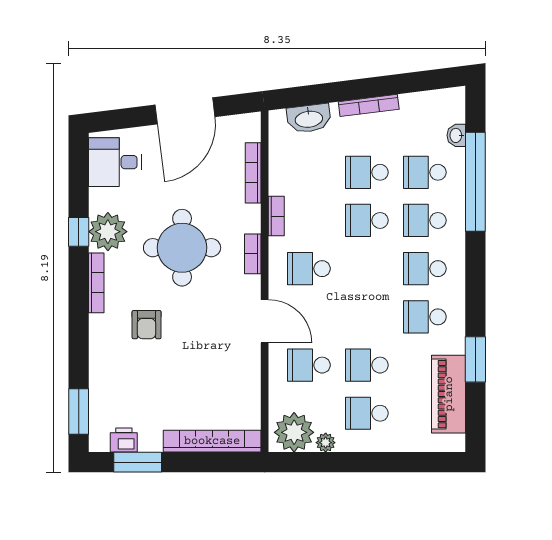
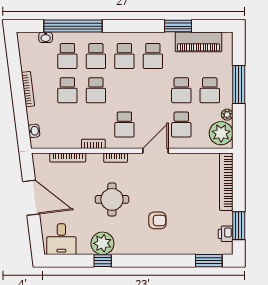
washbasin: (309, 118) -> (34, 131), width x0.52, depth x0.69
round table: (182, 248) -> (112, 199), width x0.73, depth x0.73
bookcase: (96, 283) -> (133, 250), removed
window: (377, 462) -> (239, 84), added

